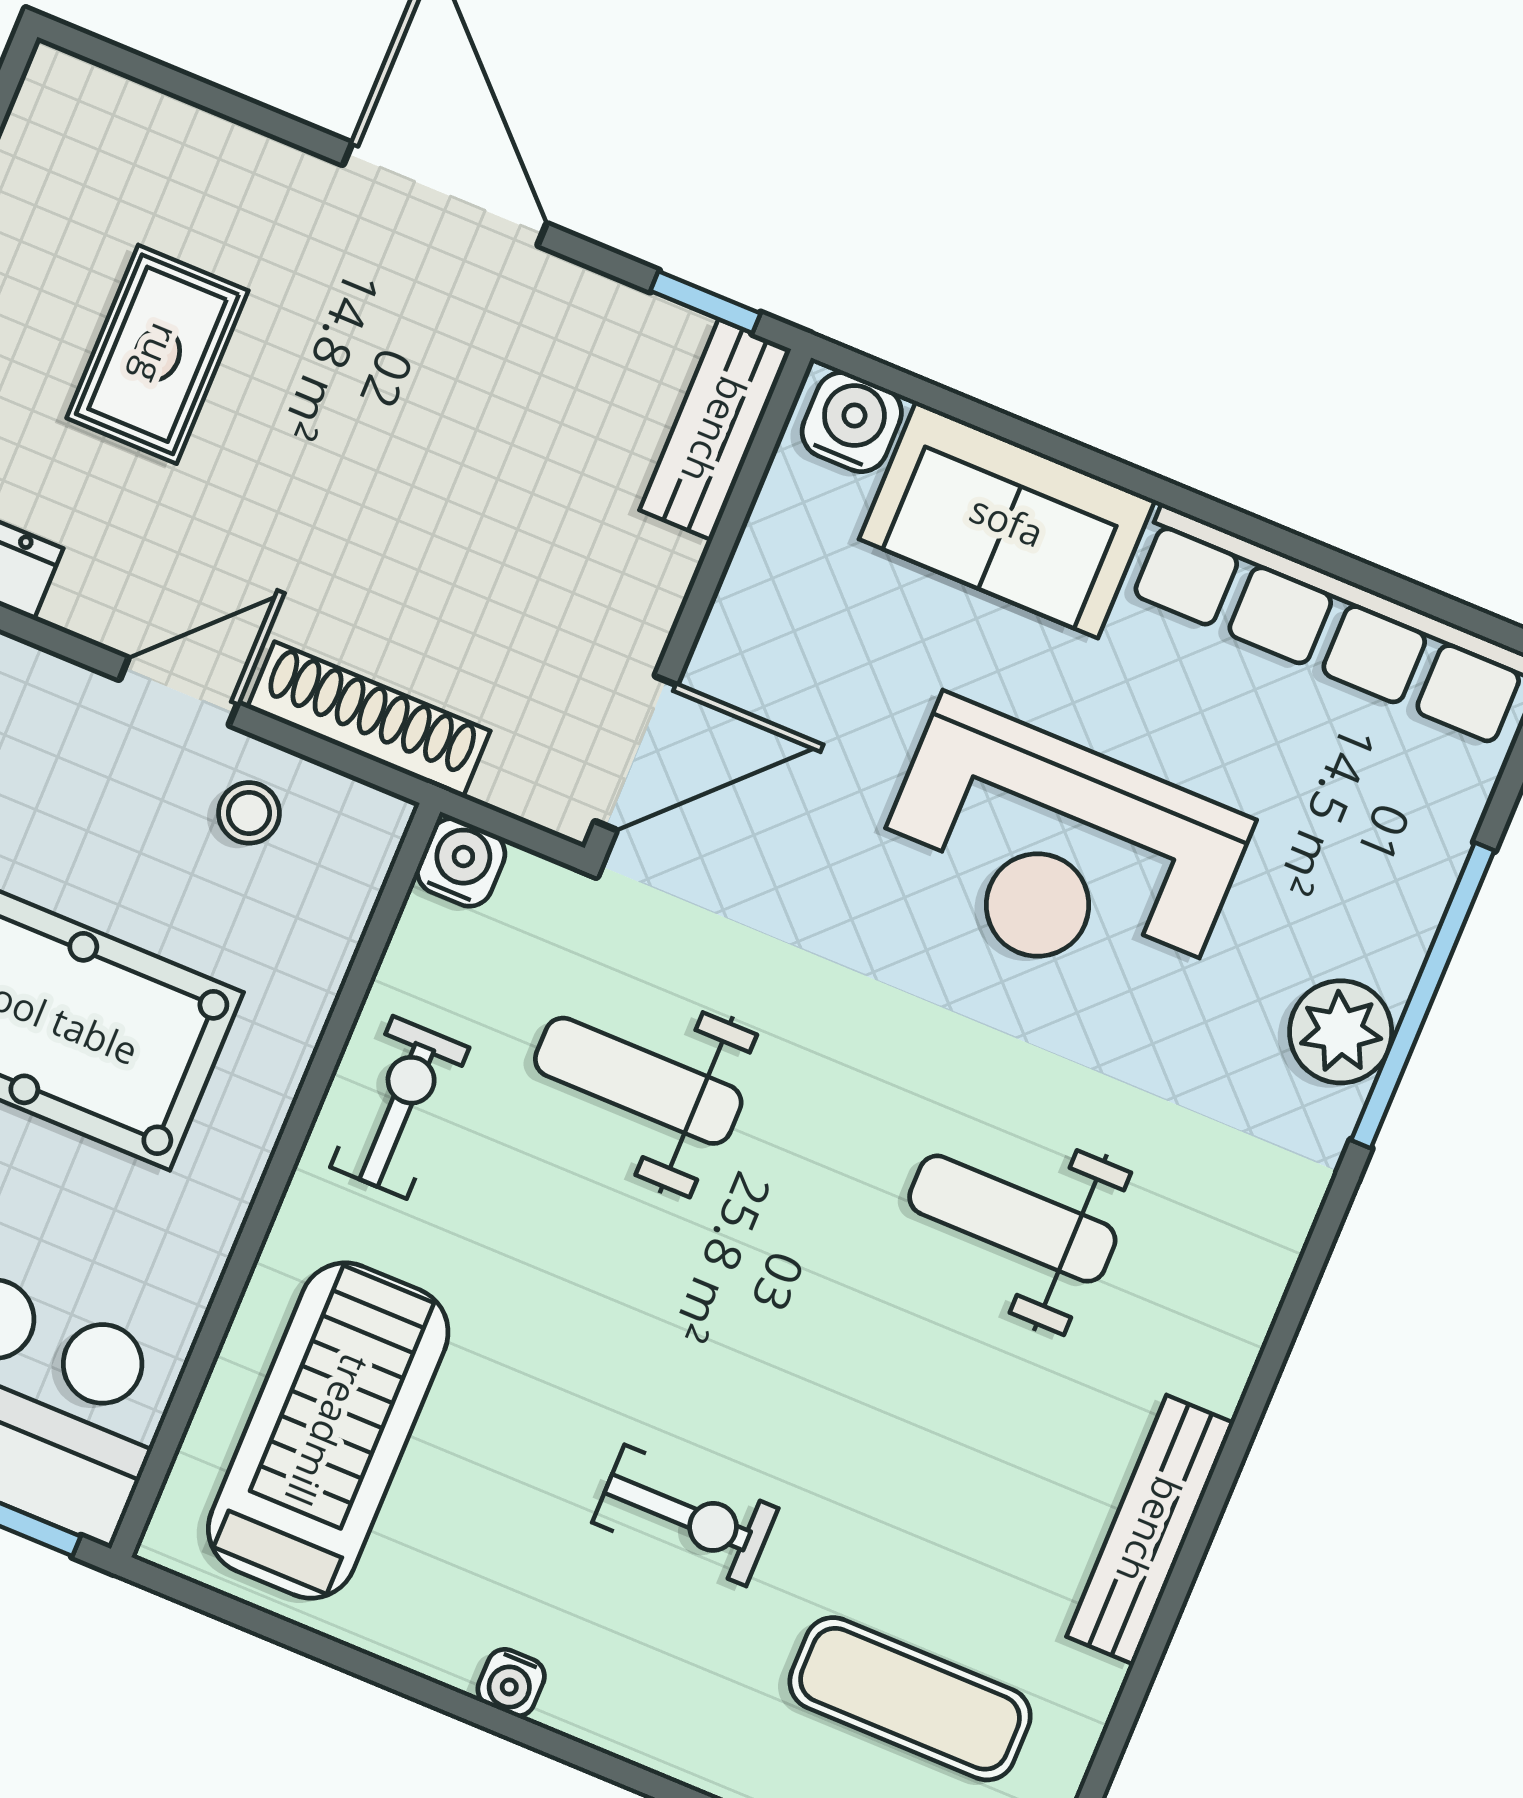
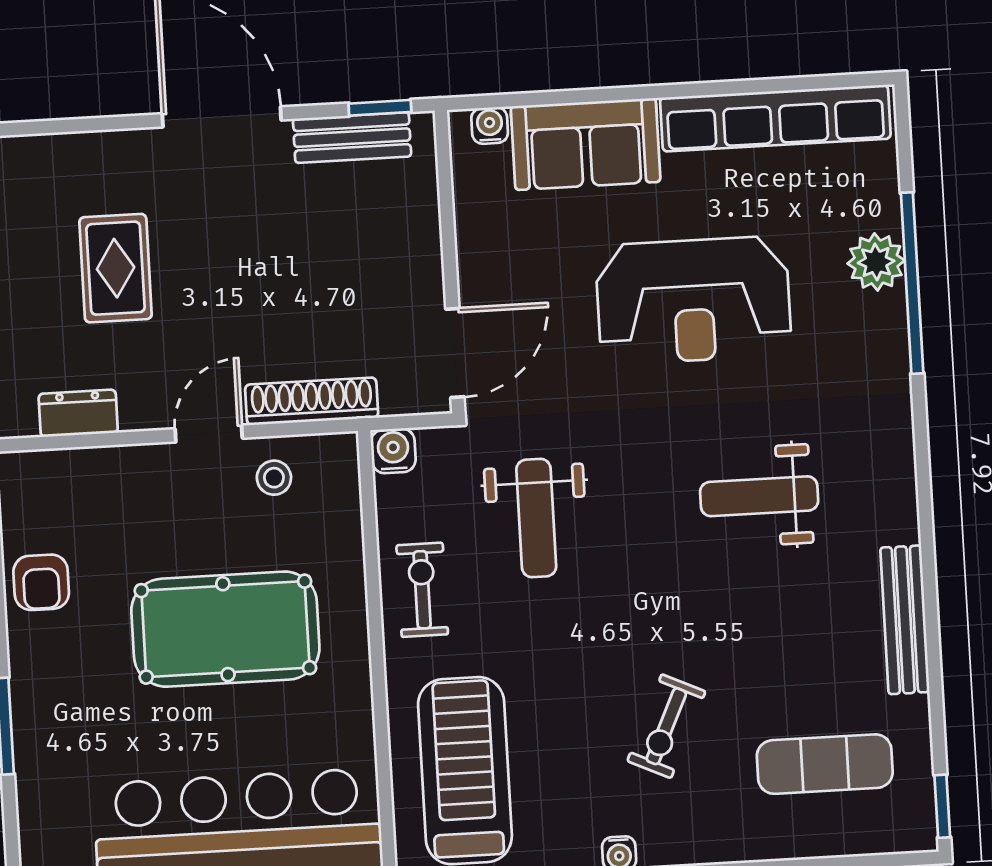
water cooler: (852, 422) -> (490, 125), width x0.72, depth x0.72
bench: (715, 430) -> (352, 138), moved, turned 90
plant: (1341, 1032) -> (876, 262), moved
weight bench: (638, 1081) -> (536, 518), turned -90
exercise bike: (685, 1515) -> (666, 726), turned 115

